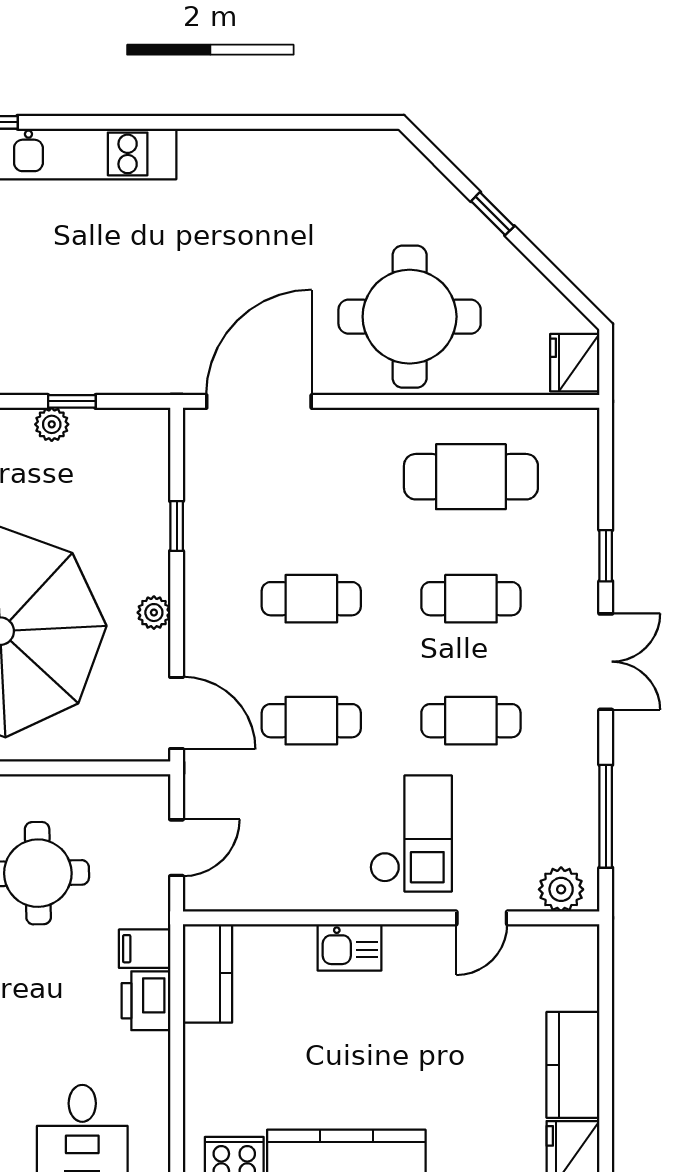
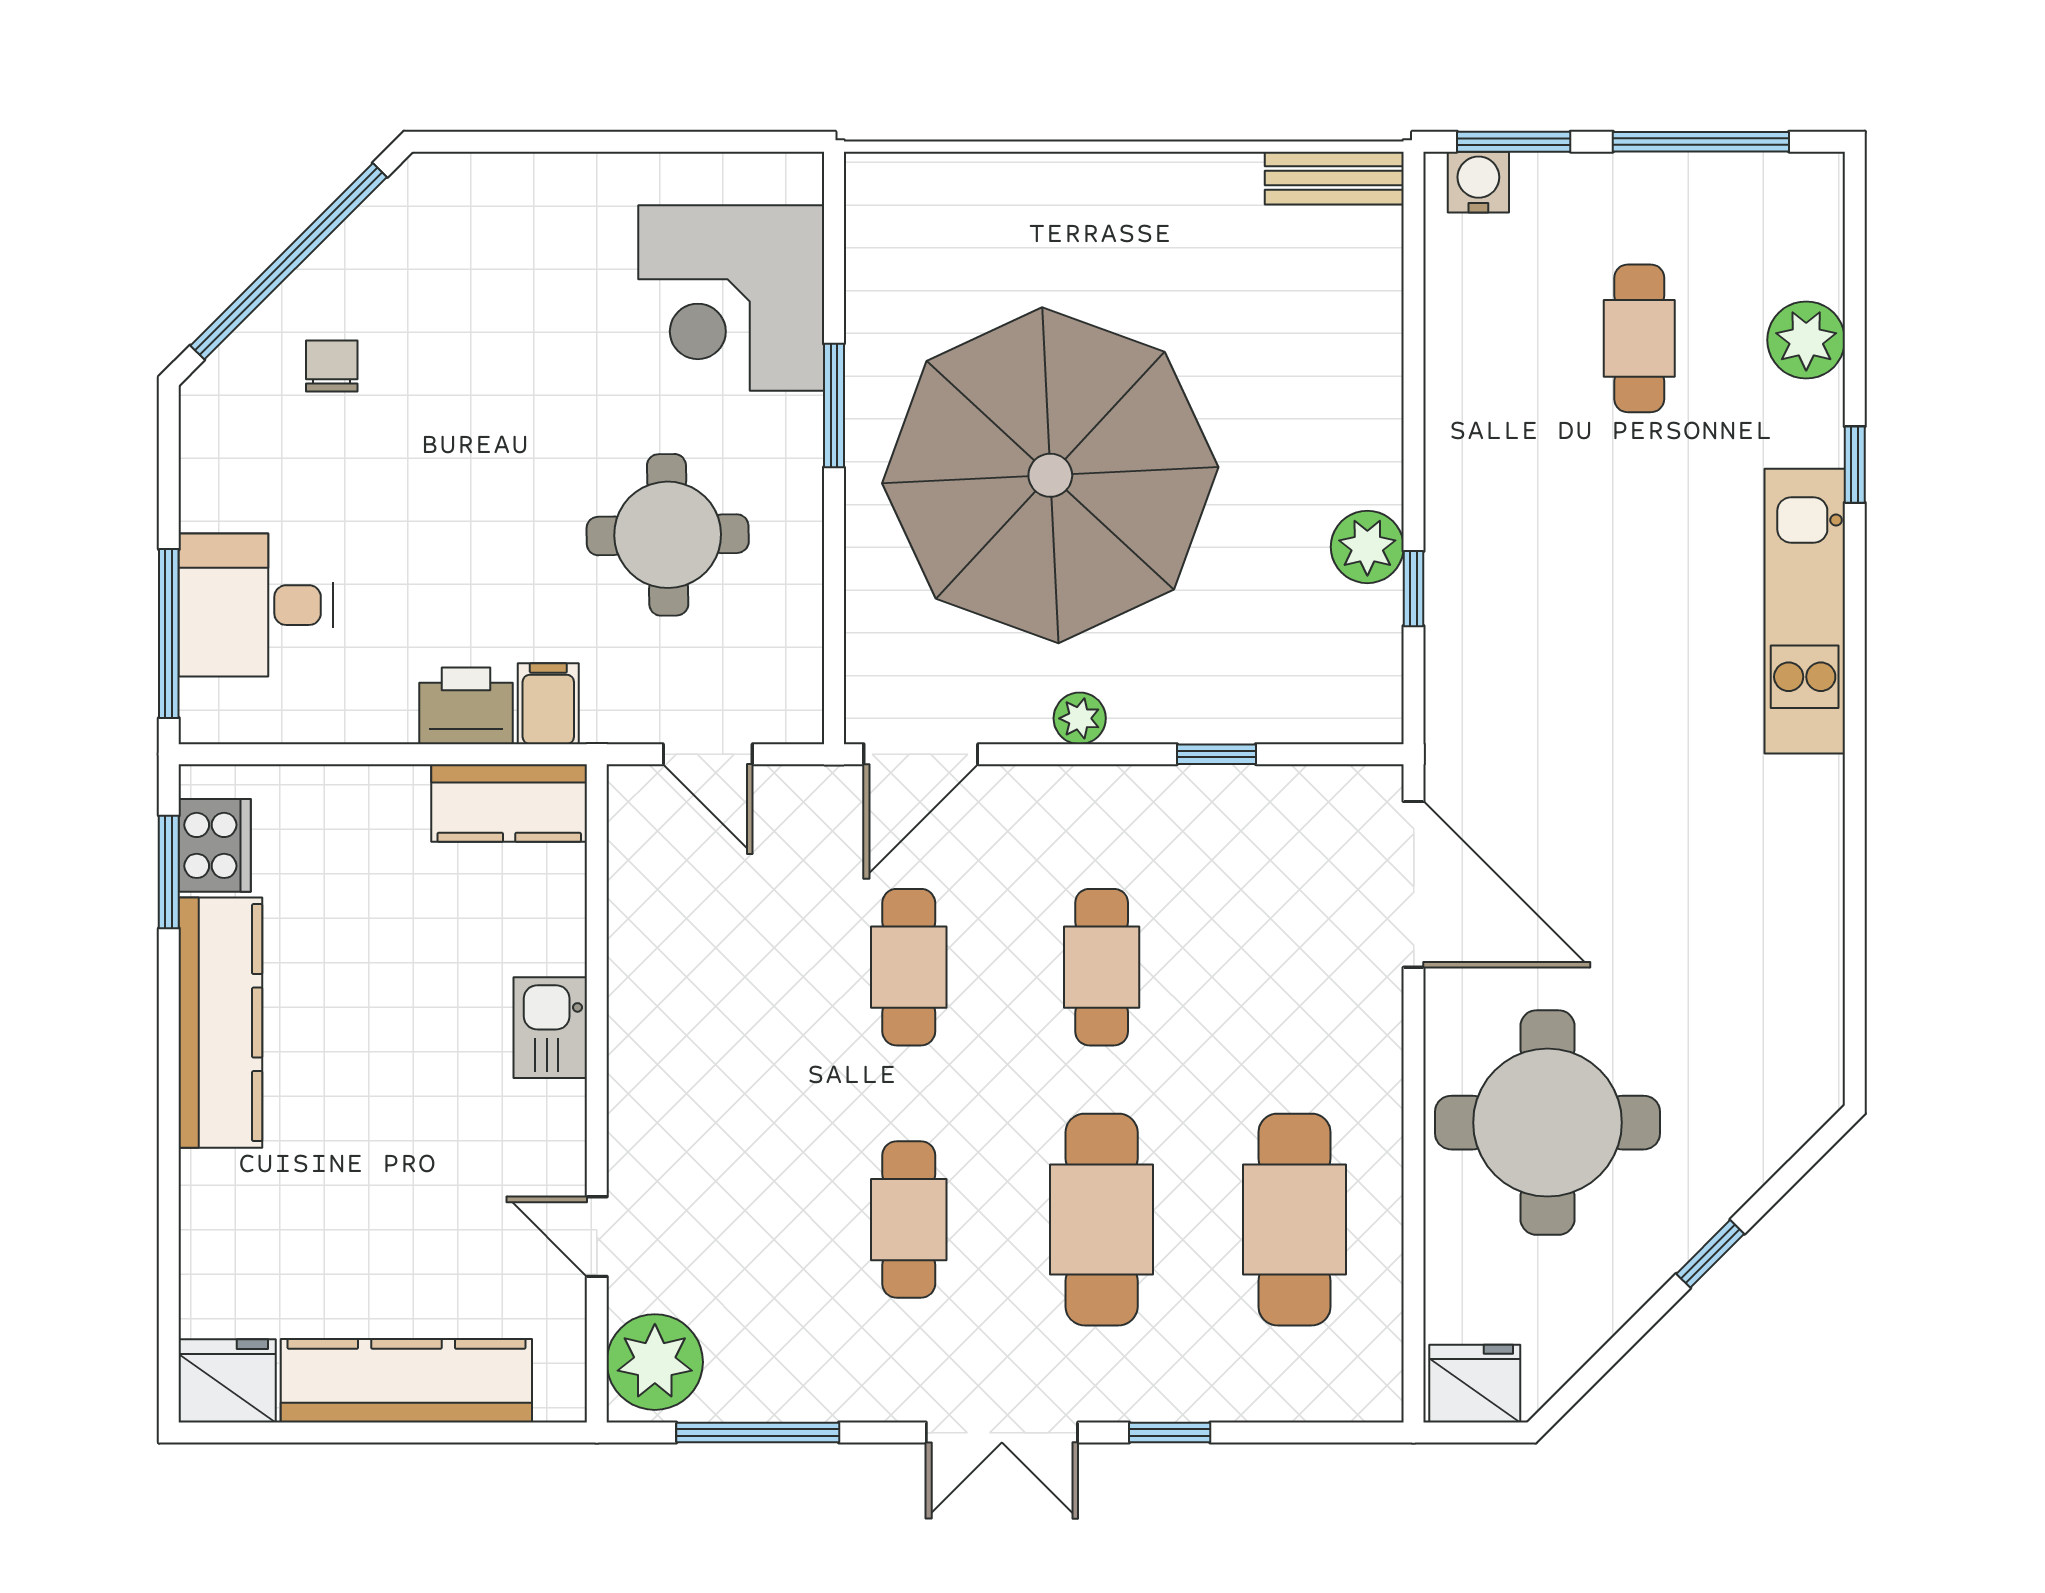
plant: (52, 424) -> (1367, 547), width x1.38, depth x1.38
cafe table: (471, 599) -> (1102, 1220), width x1.37, depth x1.35
checkout: (411, 833) -> (730, 1125), removed
plant: (561, 889) -> (655, 1362), width x1.36, depth x1.36
kitchen counter: (573, 1065) -> (406, 1381), width x1.50

